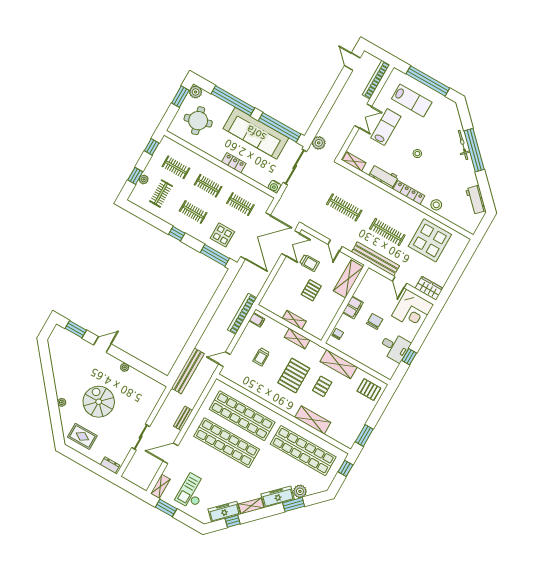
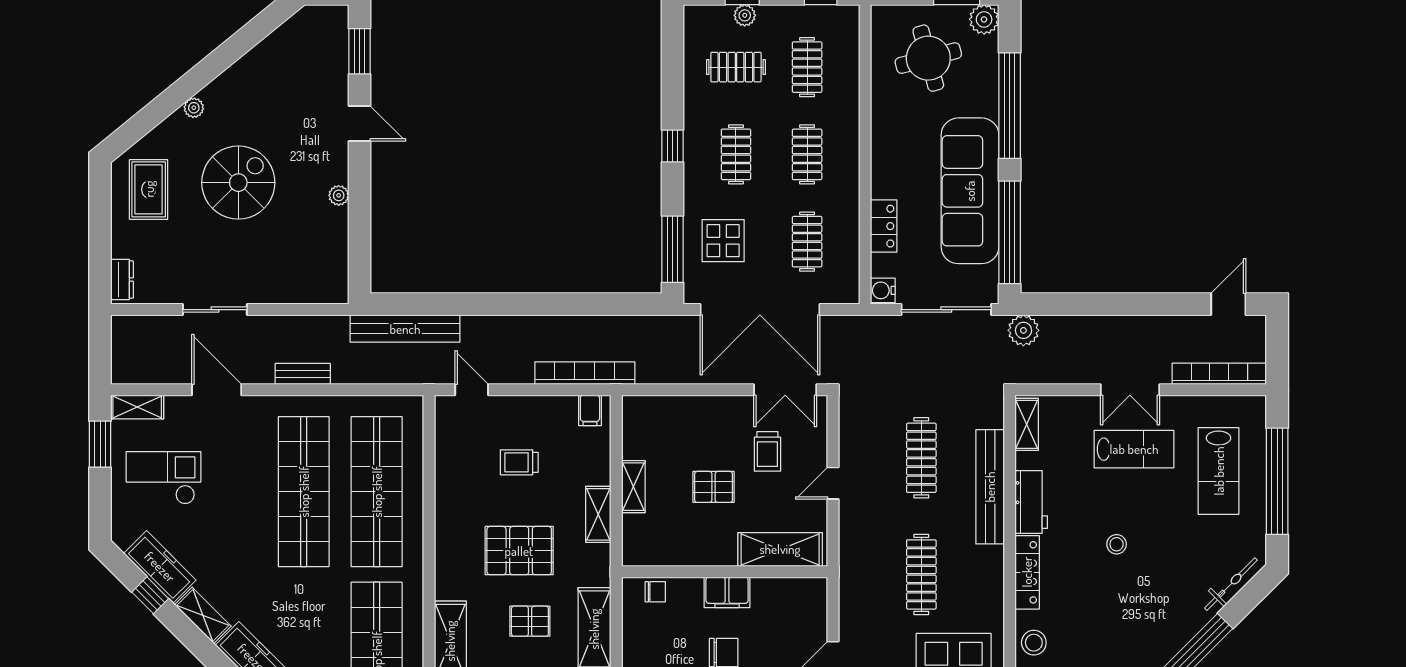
bicycle: (463, 145) -> (1231, 584), moved
locker: (234, 163) -> (884, 226), moved
bench: (375, 259) -> (990, 487), moved

